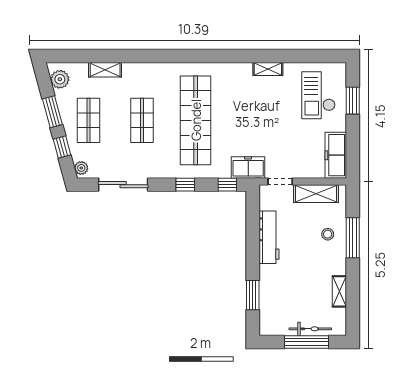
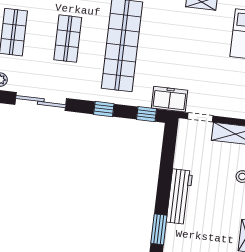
workbench: (269, 237) -> (179, 197), moved

